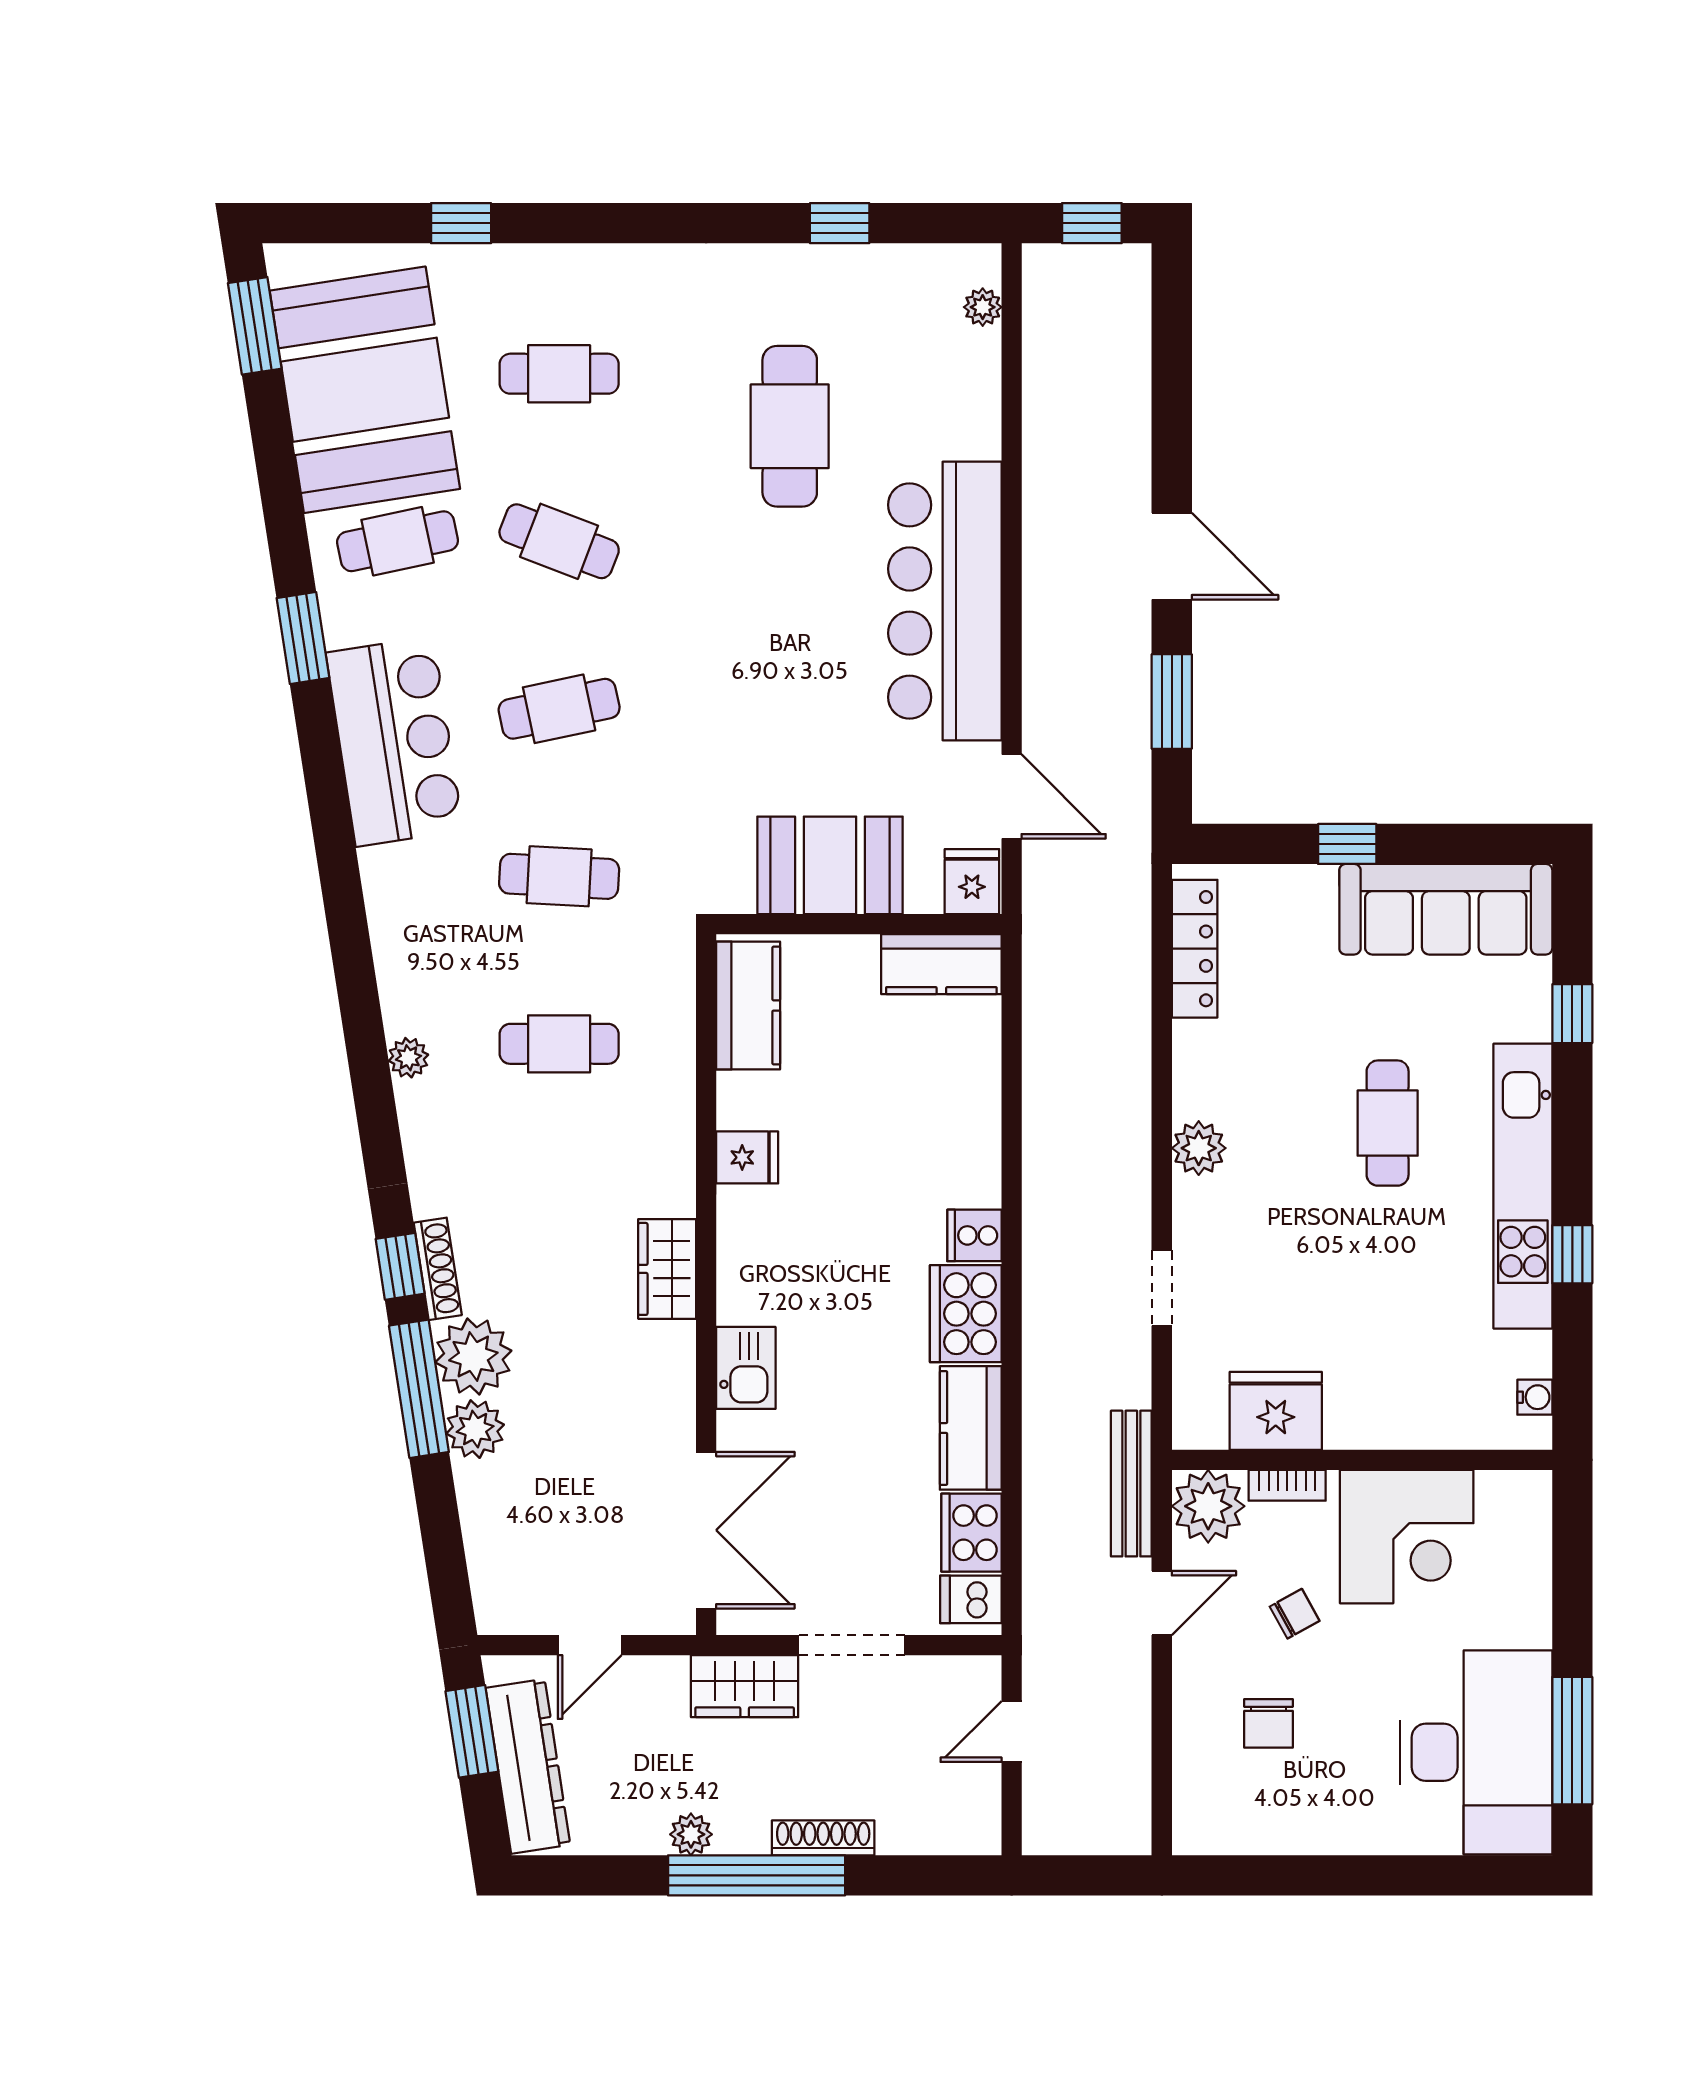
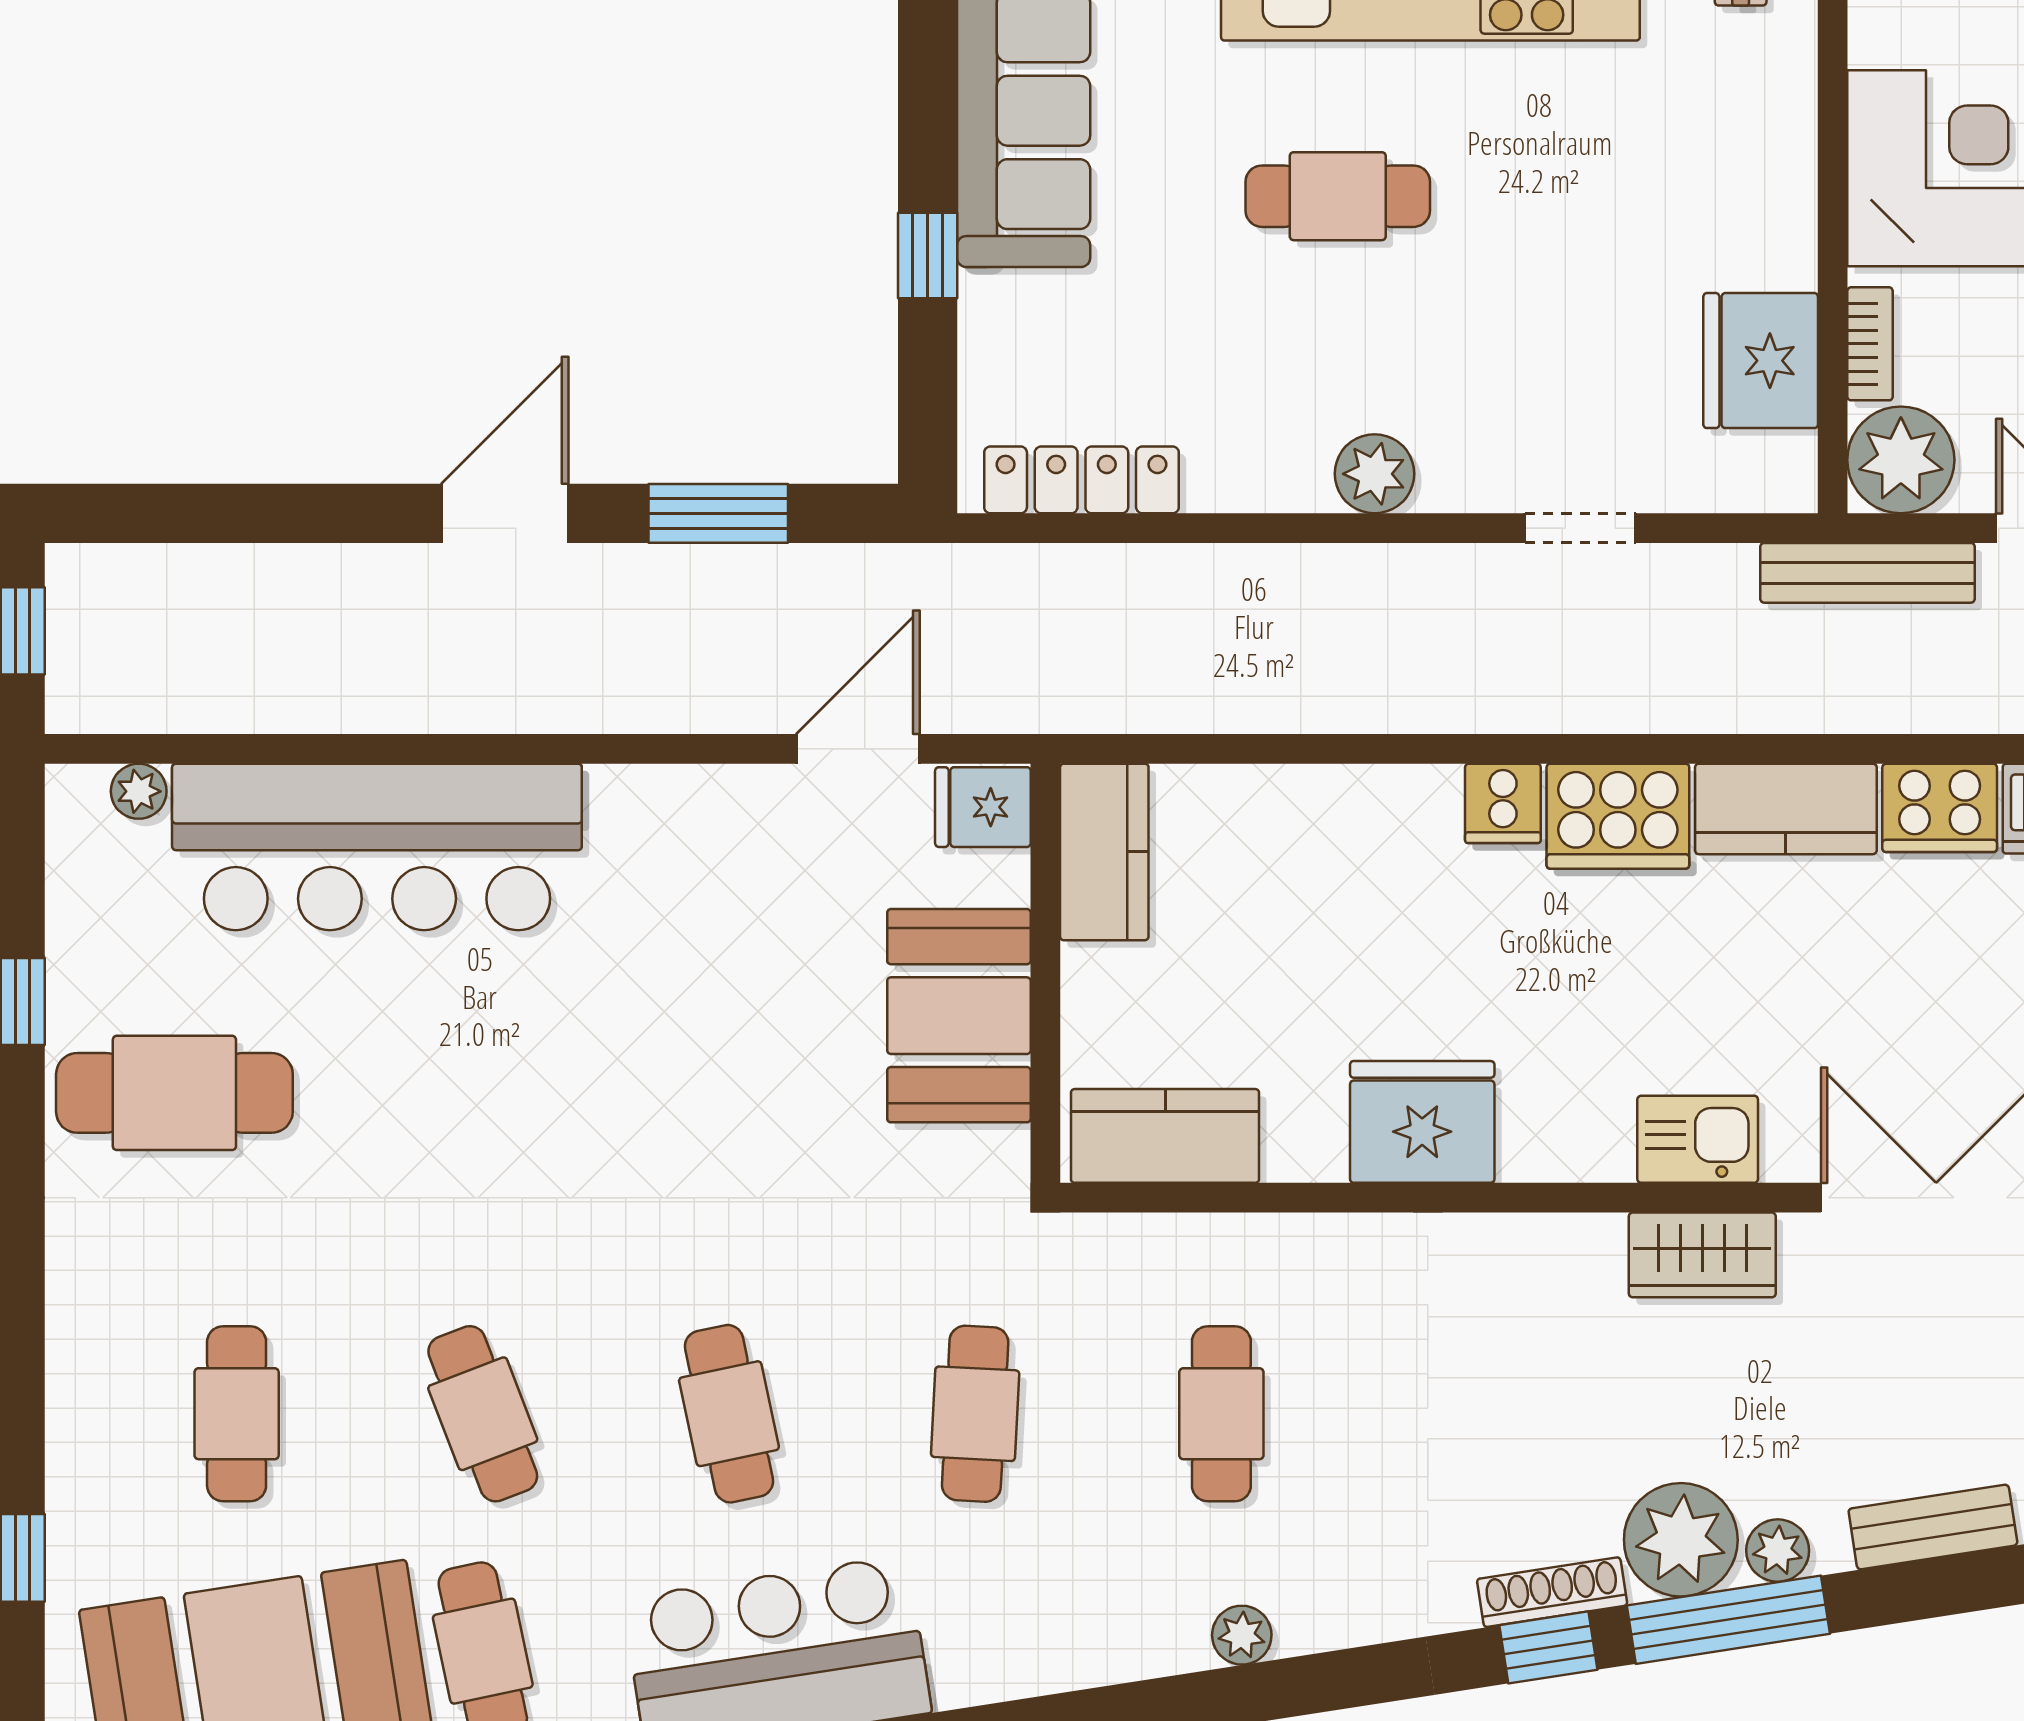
cafe table: (790, 426) -> (174, 1093), moved
cafe table: (559, 541) -> (483, 1414), turned -42
bar counter: (945, 601) -> (377, 847), moved
fridge: (747, 1157) -> (1422, 1122), width x1.88, depth x1.34
wardrobe: (667, 1269) -> (1702, 1255), moved
plant: (475, 1429) -> (1778, 1551), width x0.73, depth x0.73
bench: (482, 1528) -> (1933, 1527), added

